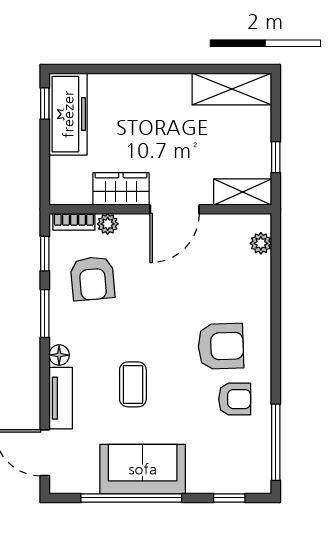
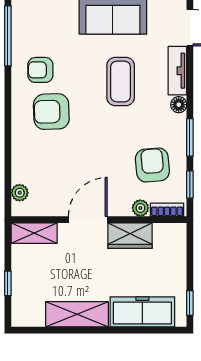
shelving: (232, 89) -> (77, 314), moved
freezer: (68, 114) -> (142, 312), moved, turned 90
window: (276, 157) -> (8, 283), moved
coffee table: (133, 384) -> (121, 81), width x1.36, depth x1.30

